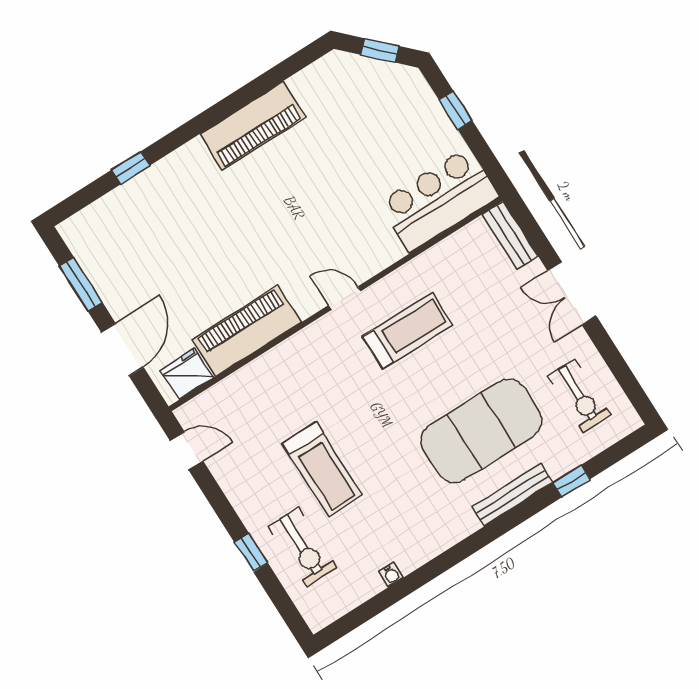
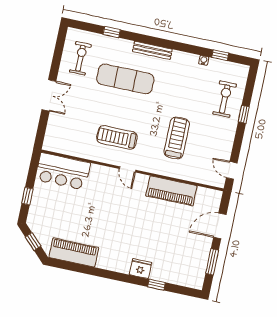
piano: (253, 126) -> (74, 252), moved
bench: (510, 235) -> (50, 136), removed
fridge: (187, 374) -> (140, 269), moved, turned 180
exercise mat: (481, 431) -> (125, 79), width x0.68
treadmill: (322, 469) -> (177, 138), moved
bench: (512, 495) -> (152, 50), moved
window: (374, 607) -> (220, 55), added

